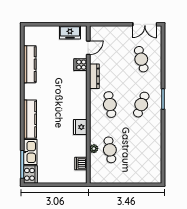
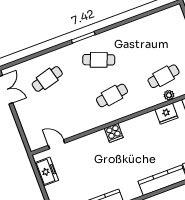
cooker: (81, 65) -> (114, 133), moved
dresser: (94, 76) -> (86, 125), removed
fridge: (80, 127) -> (166, 114), moved

